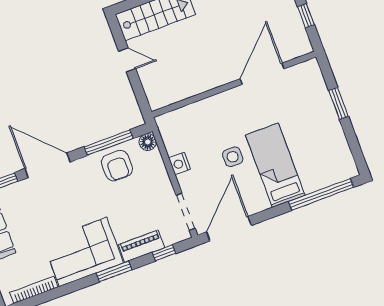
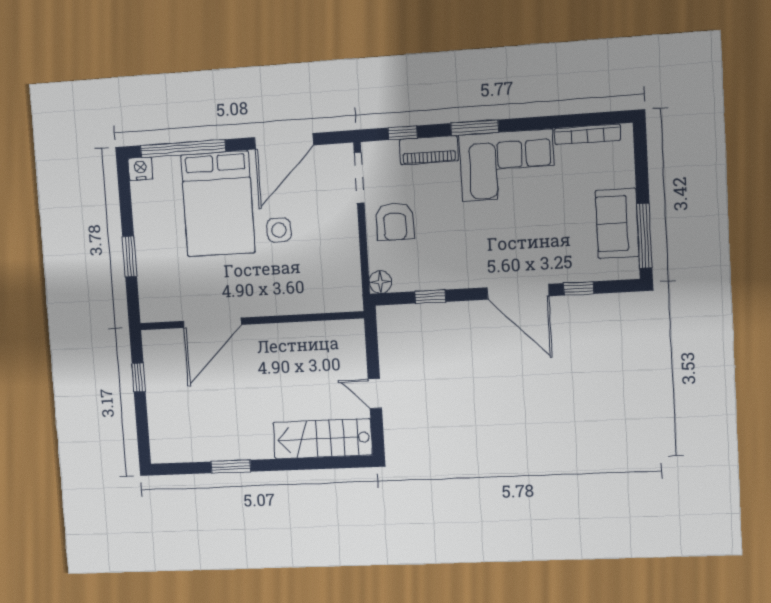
window: (109, 143) -> (430, 297), width x0.46
nightstand: (180, 164) -> (140, 169), moved, turned -90
bed: (275, 165) -> (218, 204), width x1.50
armchair: (117, 166) -> (395, 221), moved, turned 180
door: (229, 229) -> (284, 141), moved

